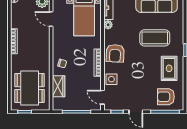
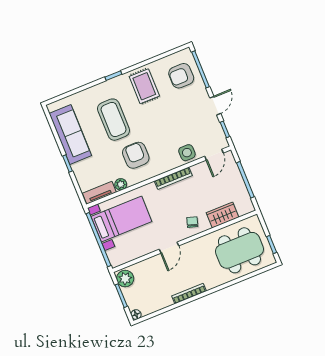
door: (51, 19) -> (169, 248), moved
armchair: (115, 53) -> (136, 155), moved, turned -92
rug: (169, 68) -> (144, 86), turned 90
armchair: (166, 97) -> (181, 76), turned 90

